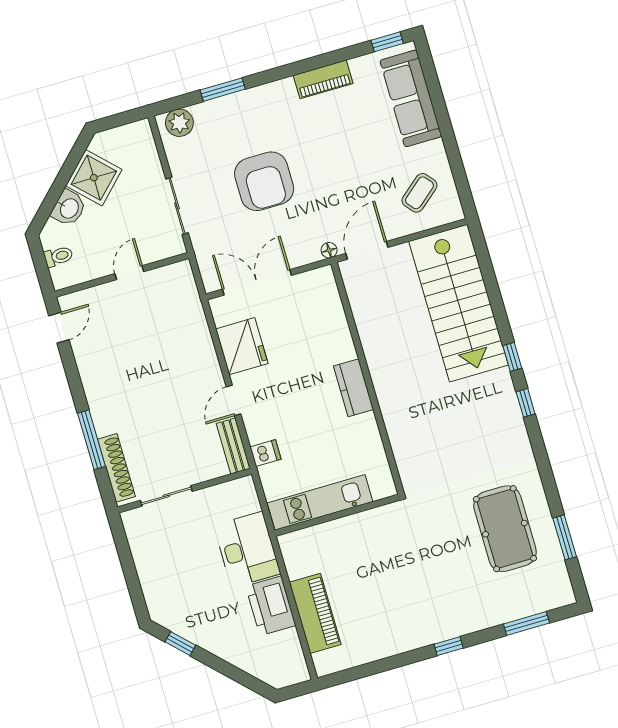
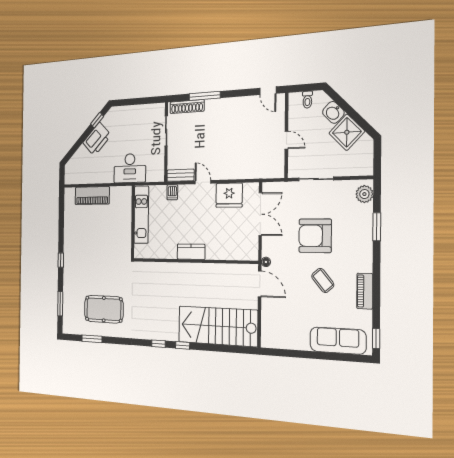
coffee table: (419, 193) -> (323, 280), moved
printer: (271, 606) -> (97, 139), moved, turned 135

